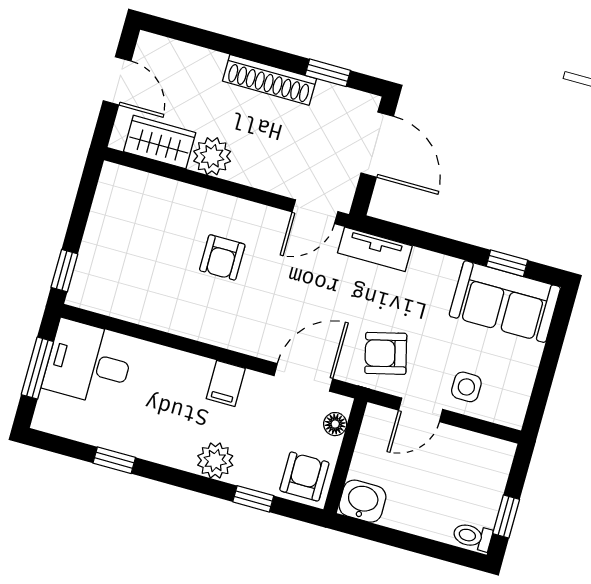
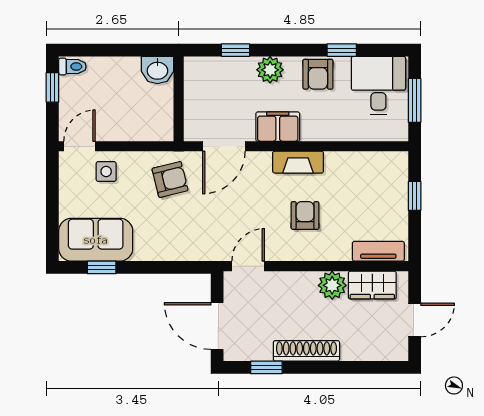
door: (117, 81) -> (415, 320), swing flipped
tv unit: (375, 249) -> (378, 251), moved
window: (64, 271) -> (415, 196), moved
fireplace: (212, 330) -> (298, 162), added
desk: (89, 363) -> (378, 86), moved, turned -90
filing cabinet: (226, 383) -> (278, 127), width x2.00
door: (421, 410) -> (79, 146), moved
floor lamp: (335, 424) -> (192, 119), removed
armchair: (304, 476) -> (318, 74), moved

